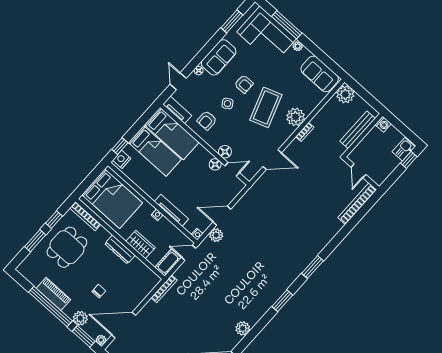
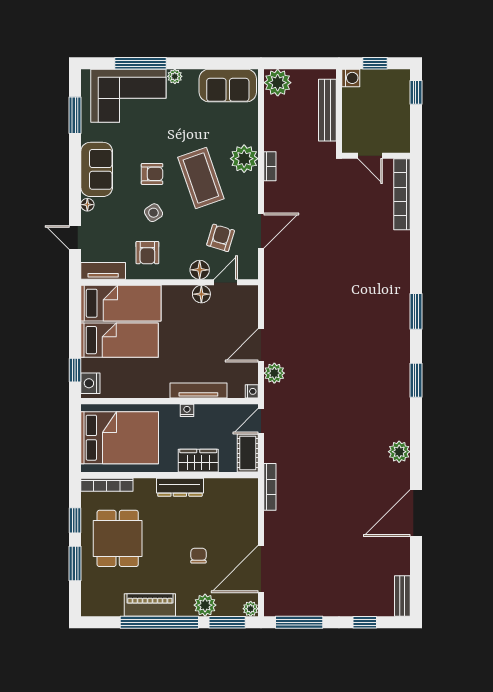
window: (402, 128) -> (375, 63), added
armchair: (249, 145) -> (221, 238), added
kitchen sink: (404, 149) -> (399, 85), removed

